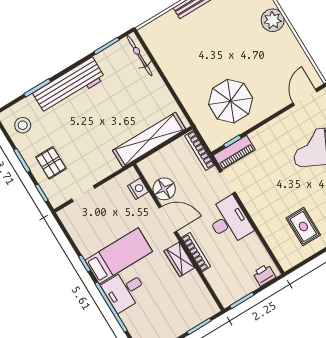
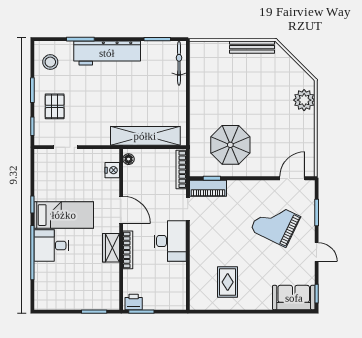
floor lamp: (164, 189) -> (129, 159), moved, width x0.53, depth x0.53
printer: (264, 275) -> (134, 302), moved

